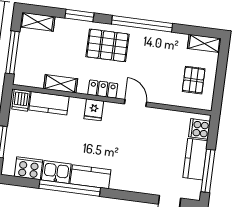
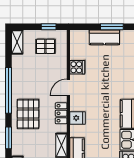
window: (219, 88) -> (49, 27), added
cooker: (199, 129) -> (77, 67), moved, turned -90
window: (208, 171) -> (112, 27), width x0.69

